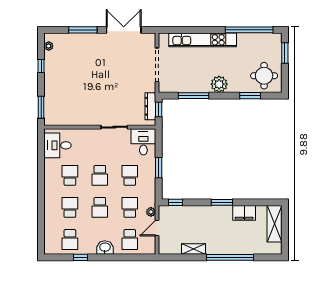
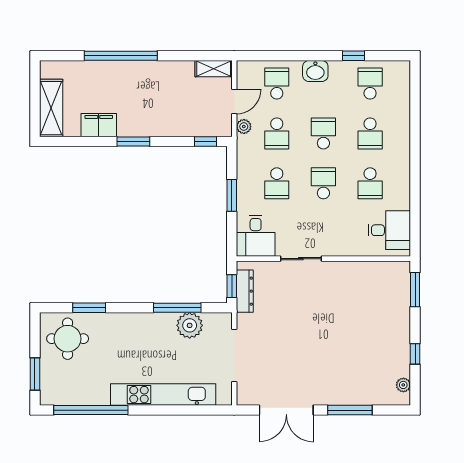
plant: (219, 84) -> (190, 325), moved
shelving: (193, 249) -> (214, 69), moved

